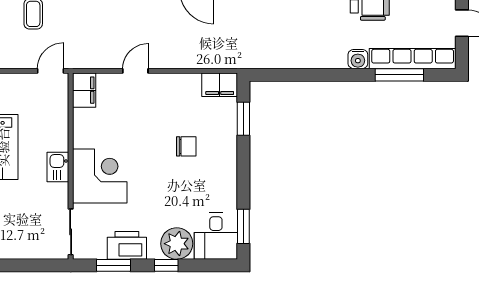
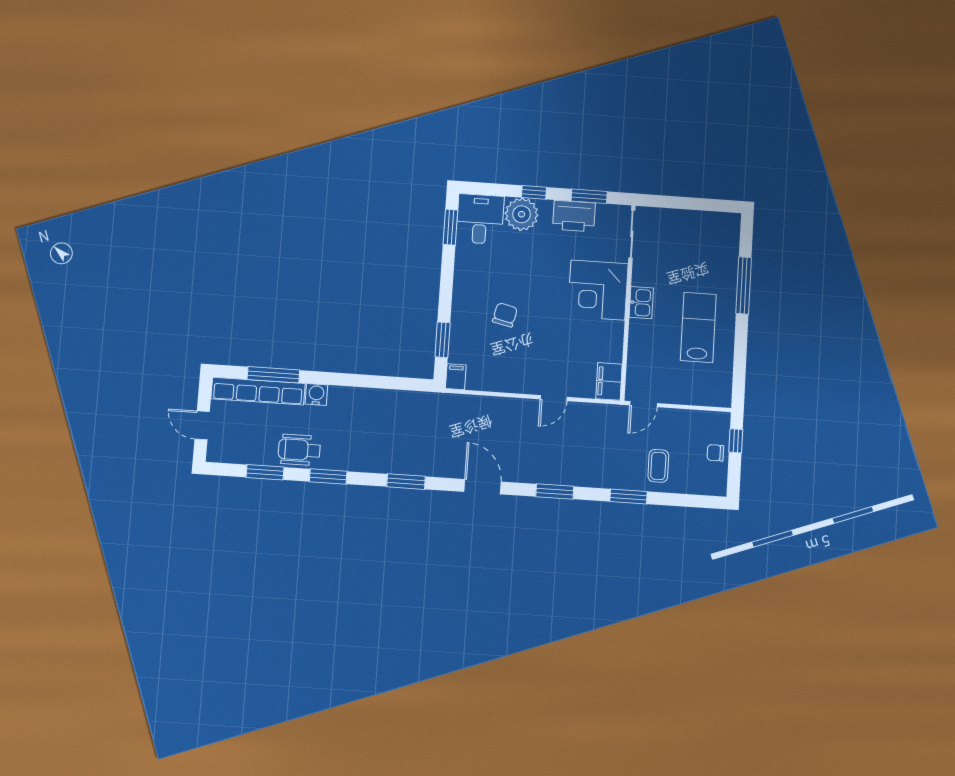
filing cabinet: (220, 85) -> (456, 377), width x0.50
chair: (186, 146) -> (505, 315), turned 103

